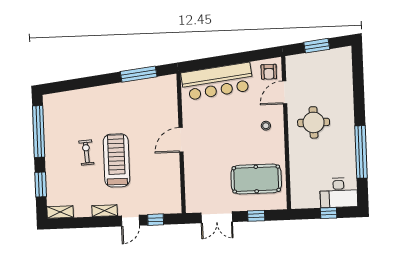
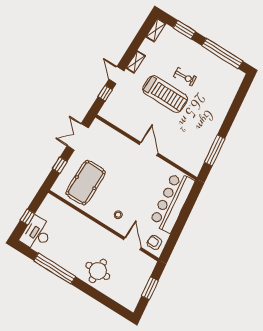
round table: (314, 122) -> (98, 271), moved

